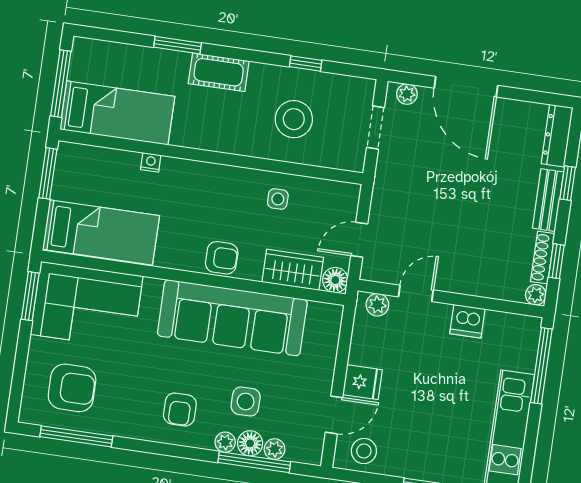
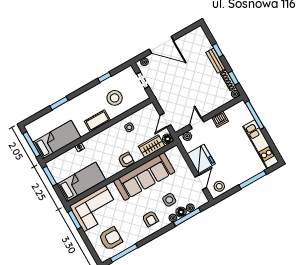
cot: (219, 72) -> (97, 121), moved
dresser: (557, 136) -> (203, 38), removed
fridge: (362, 382) -> (201, 159), width x1.88, depth x1.34

